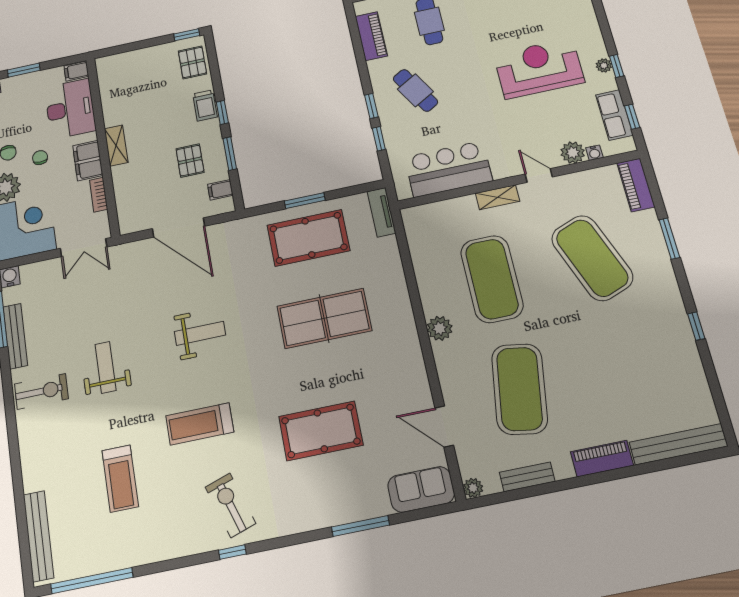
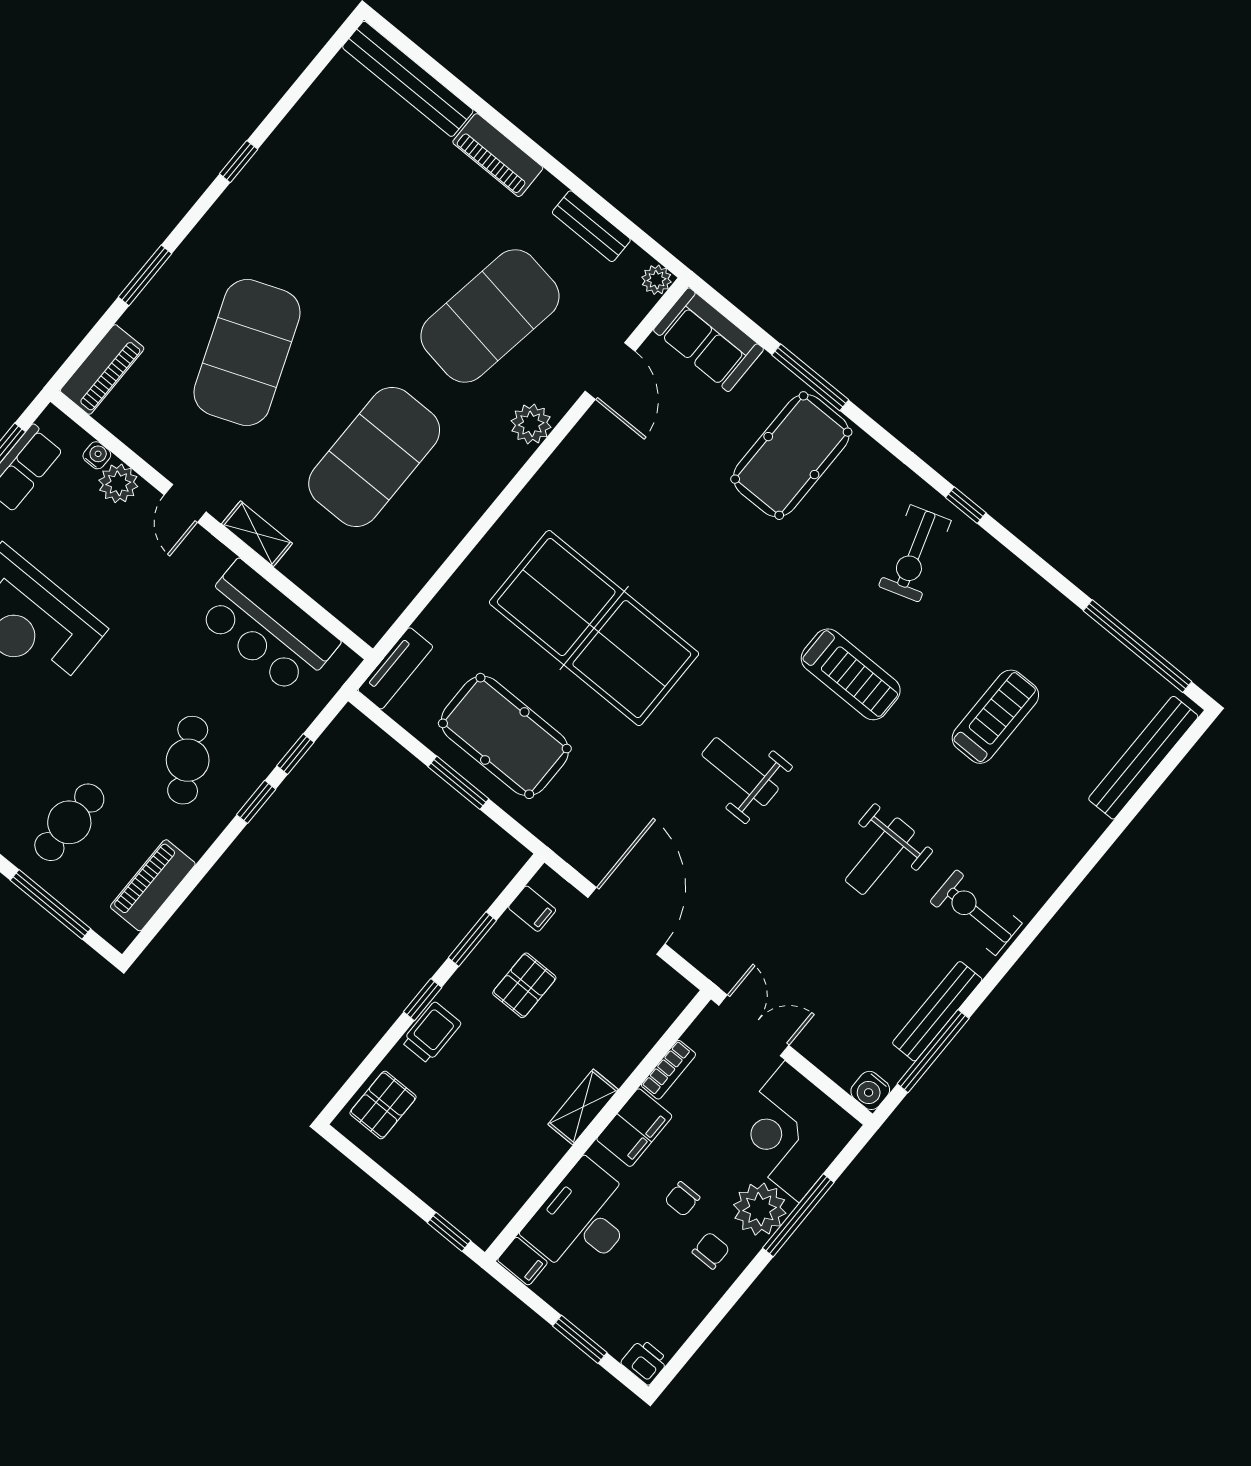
window: (187, 35) -> (449, 1232), moved
table tennis table: (324, 318) -> (594, 628), width x1.36, depth x1.32
plant: (440, 328) -> (531, 424), moved
pool table: (321, 431) -> (791, 456), moved, turned 90

